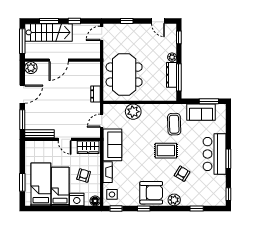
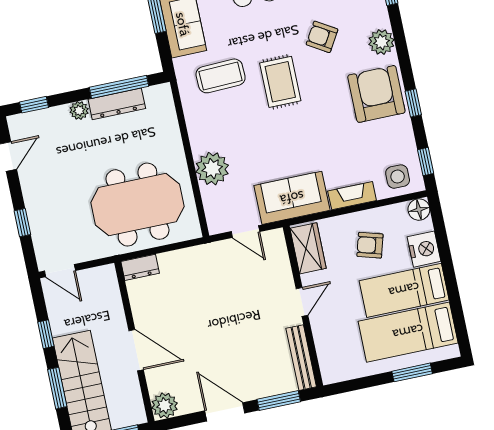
dresser: (96, 94) -> (140, 267), moved

